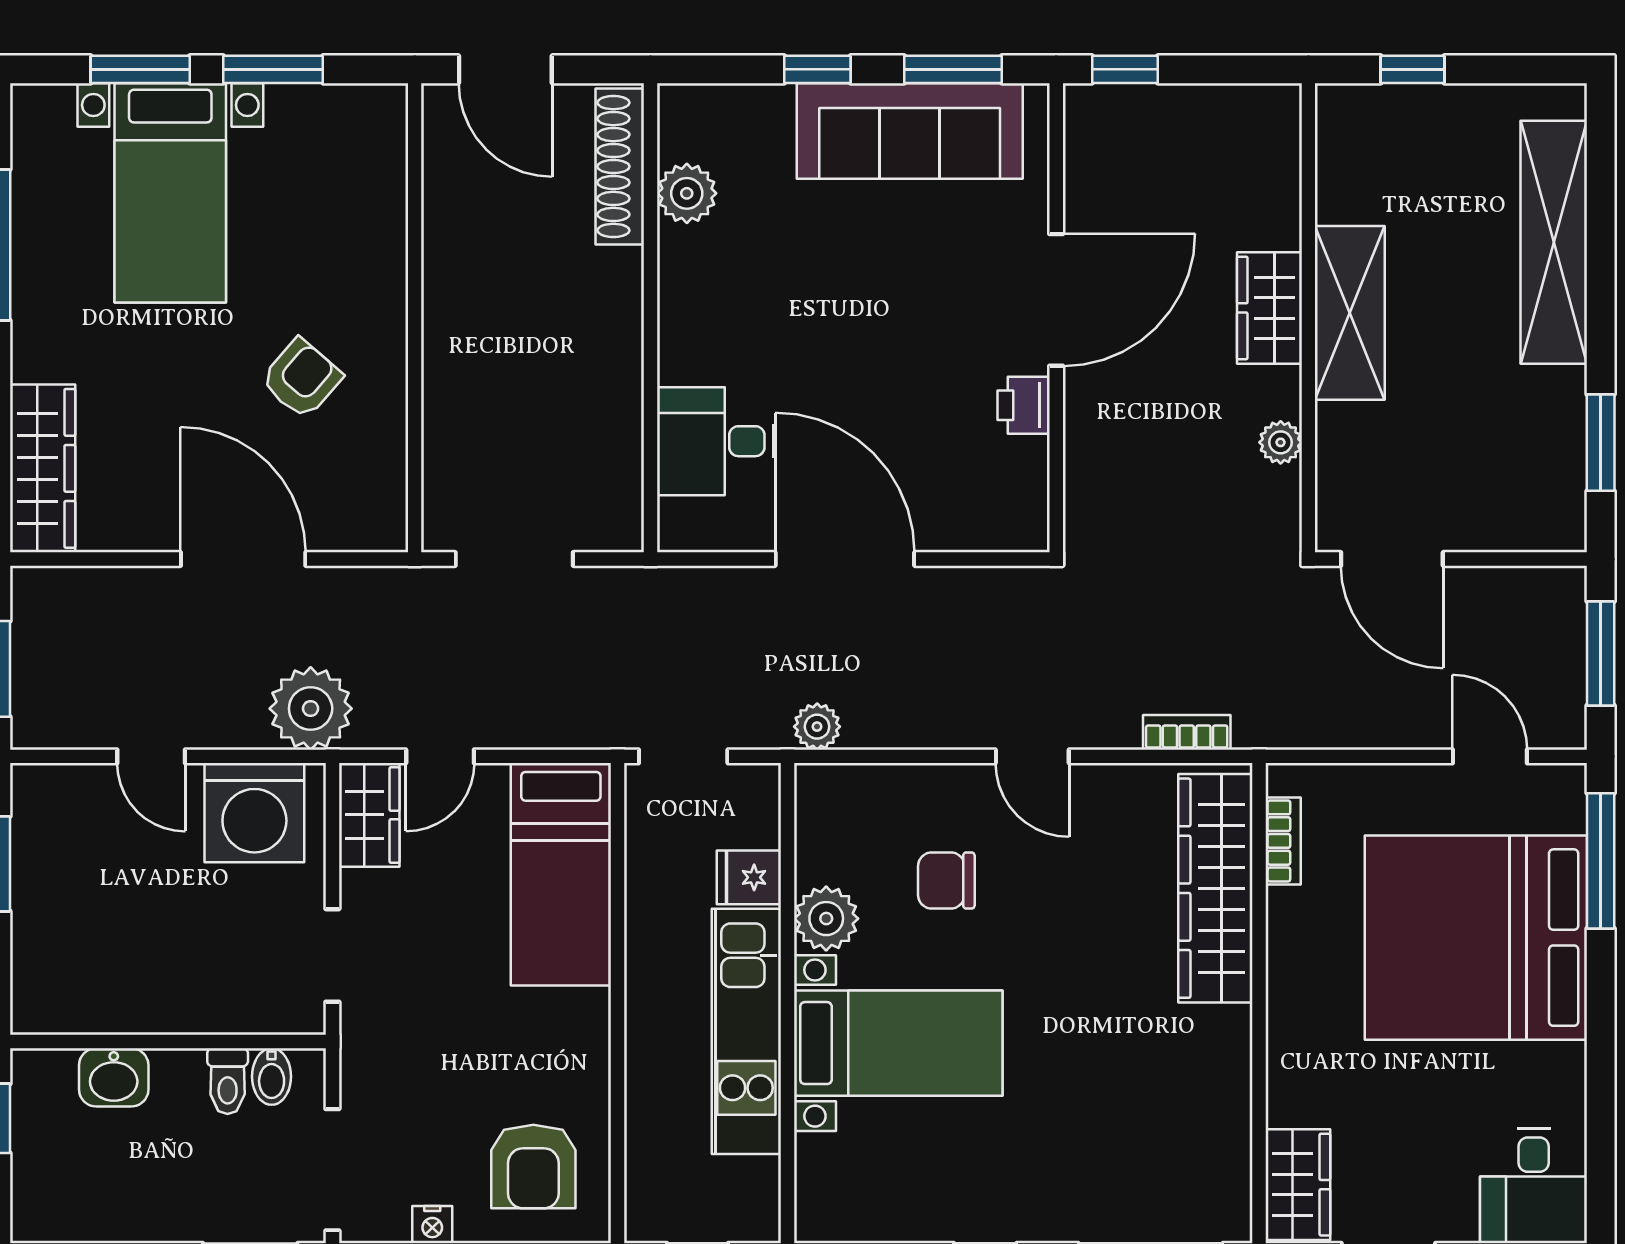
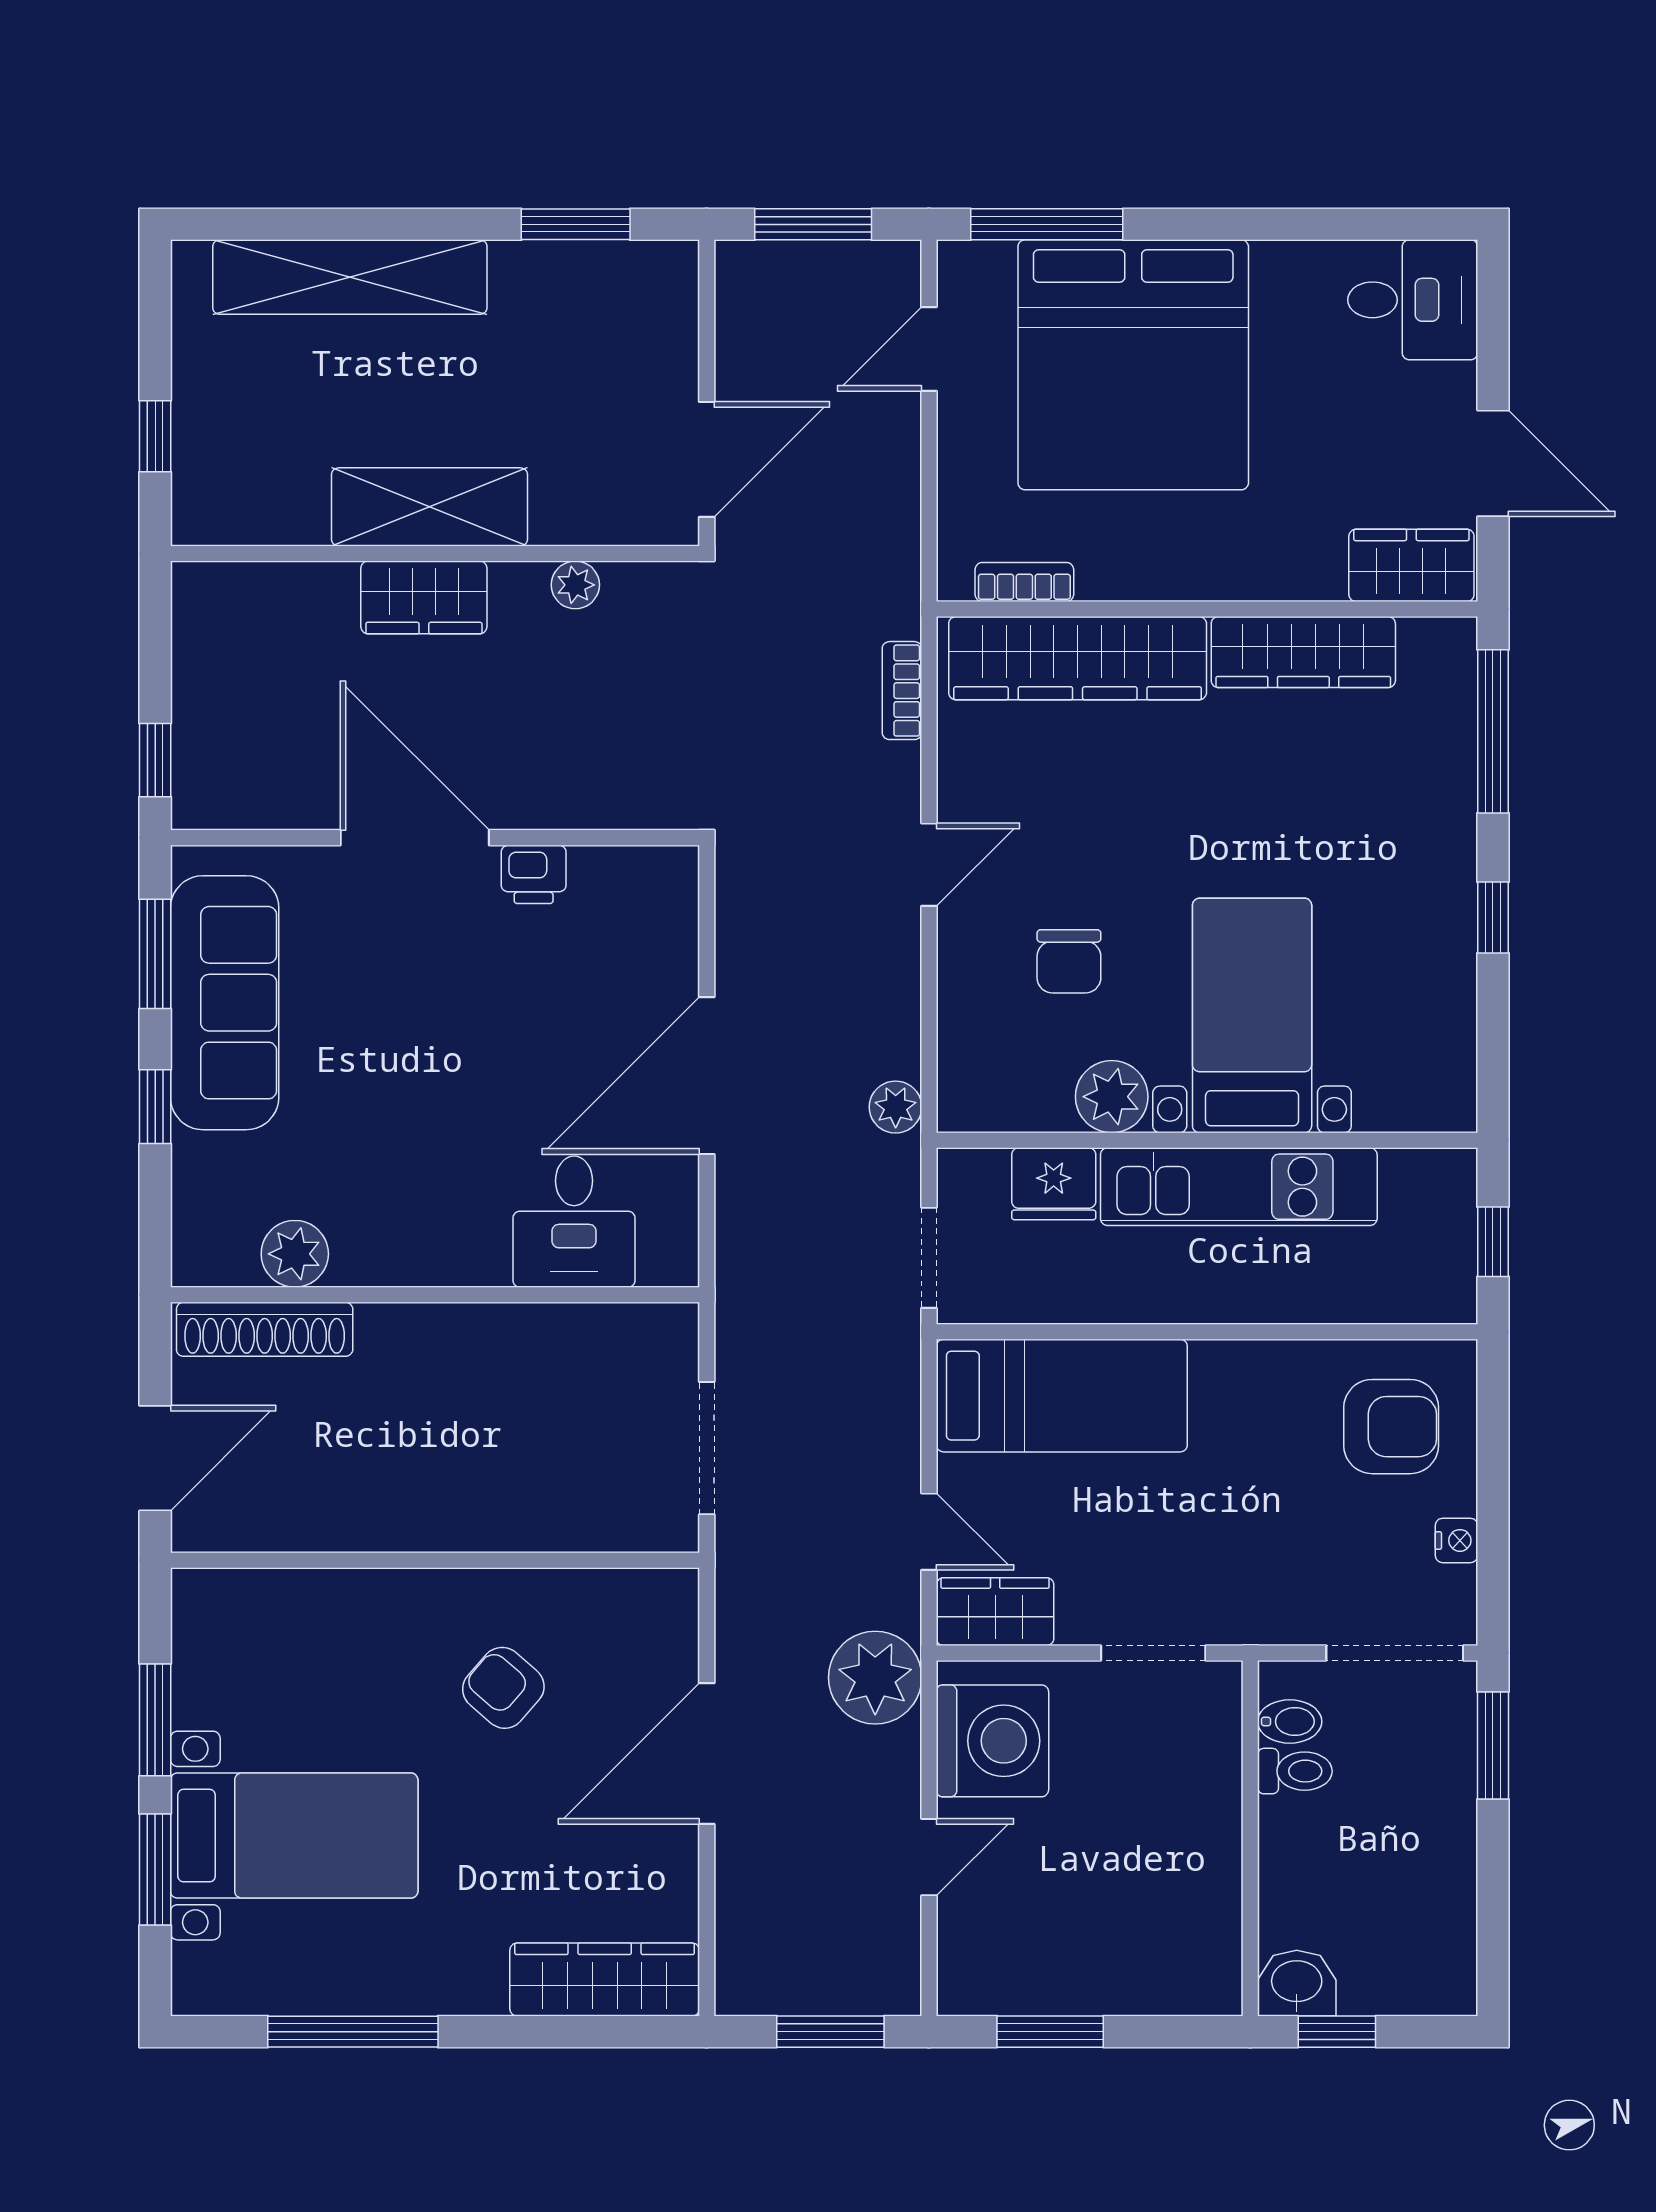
fridge: (749, 877) -> (1054, 1184), width x1.38
washbasin: (114, 1077) -> (1297, 1983), moved, turned -90
wardrobe: (1221, 1089) -> (1303, 652), added

